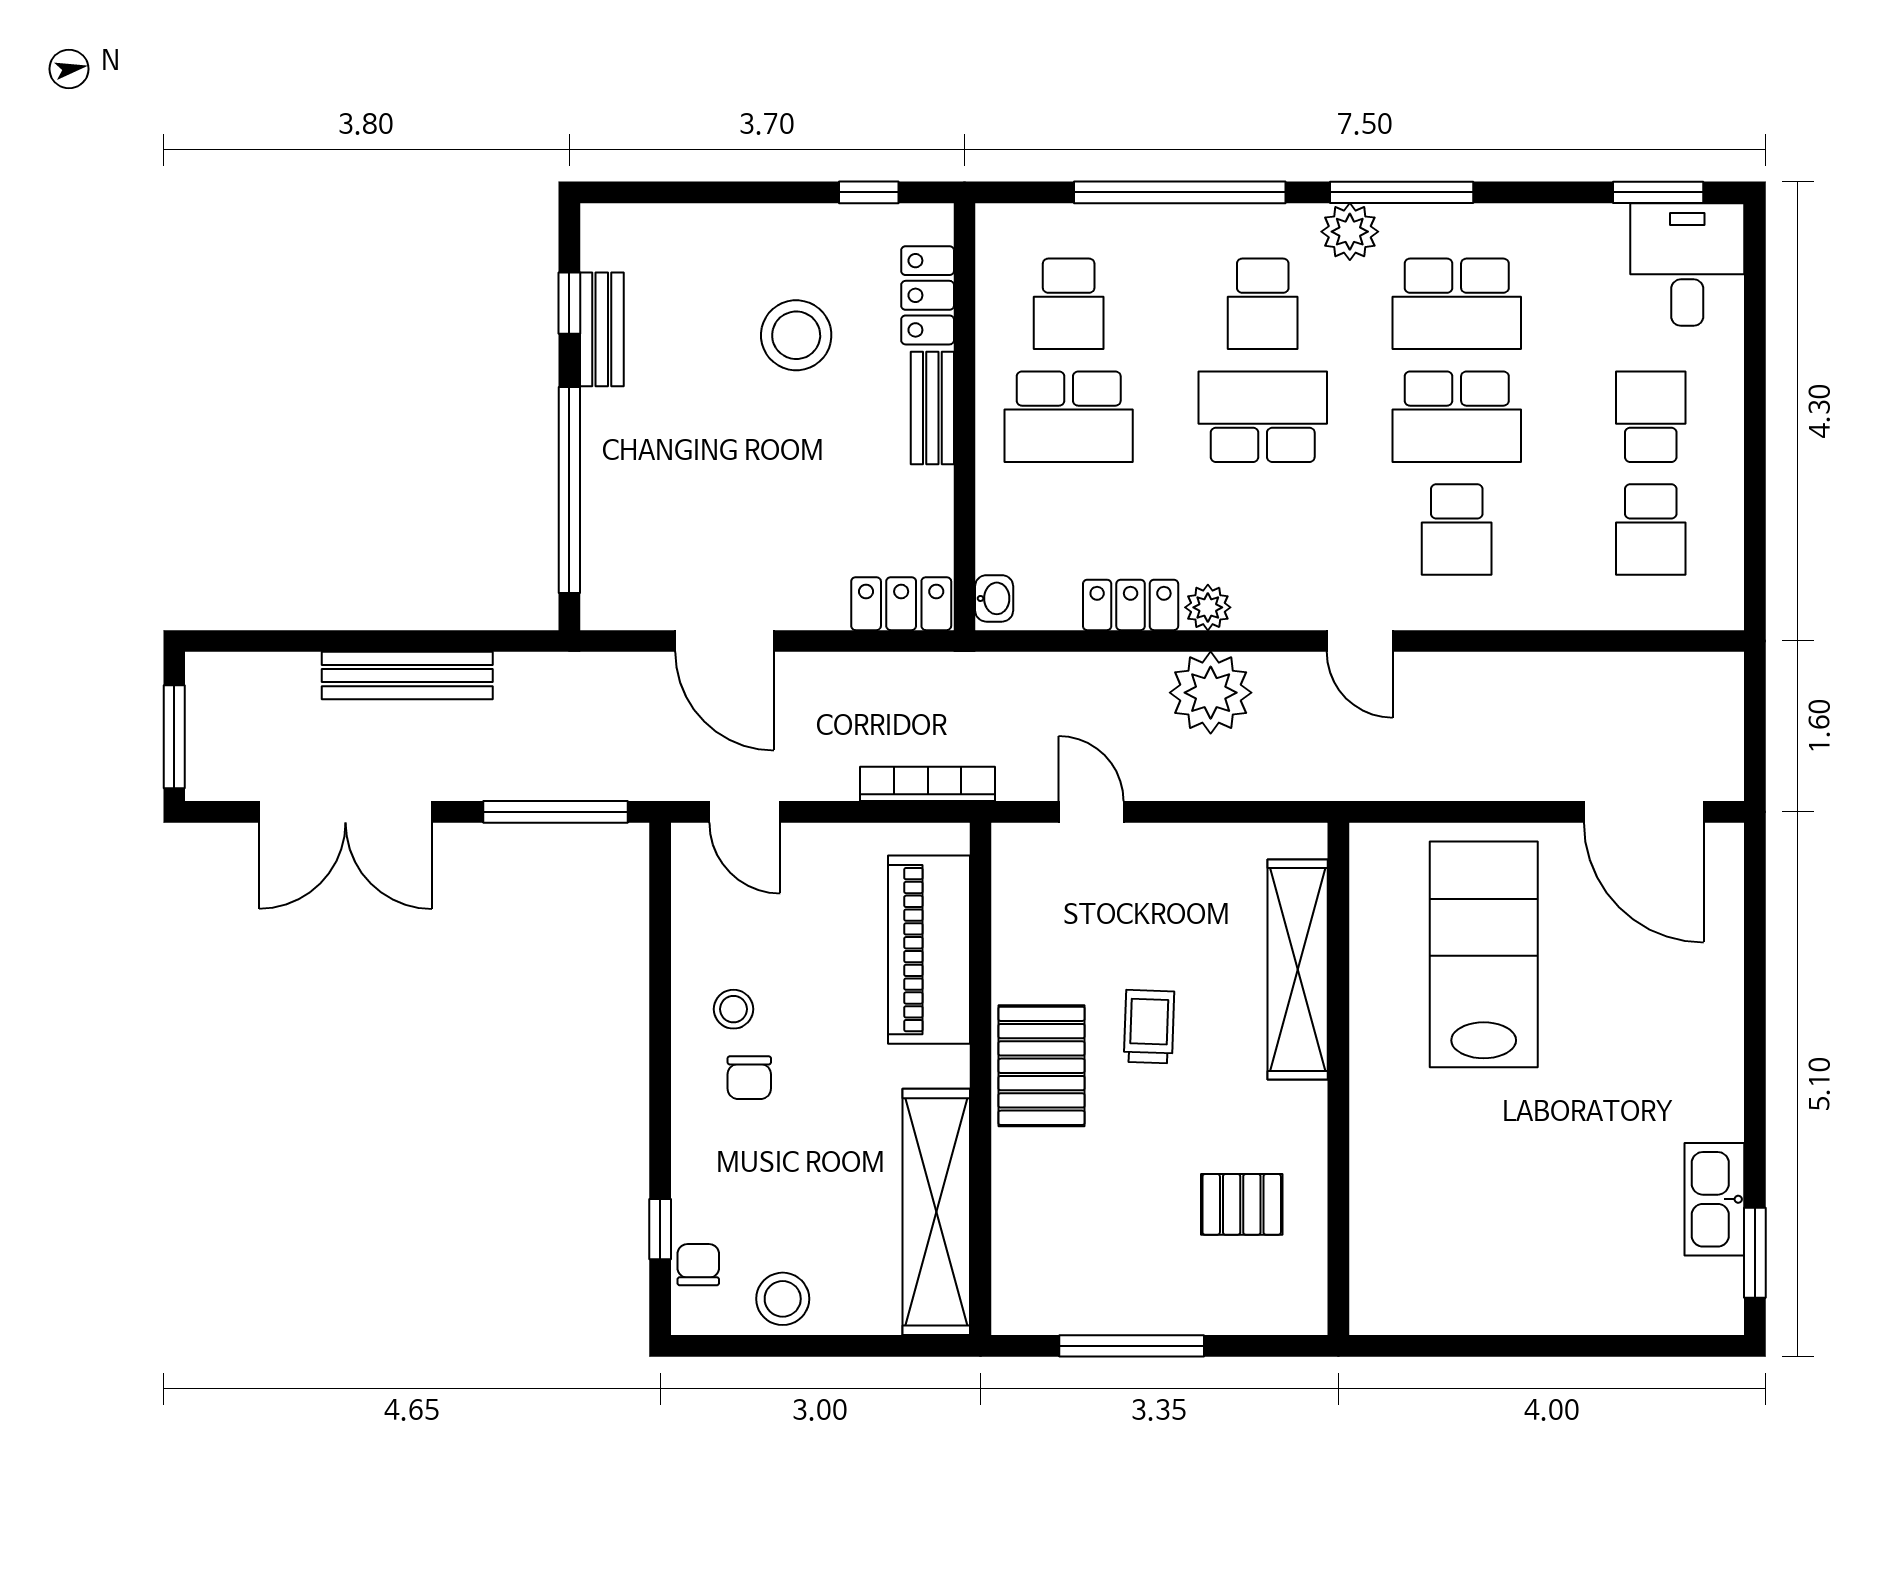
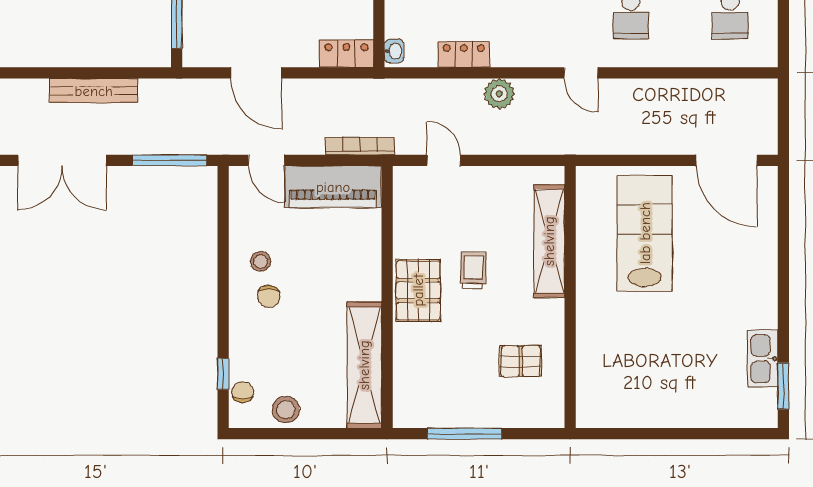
plant: (1208, 607) -> (503, 56), removed
plant: (1211, 693) -> (499, 94), width x0.73, depth x0.73
piano: (929, 950) -> (333, 187), moved, turned -90

